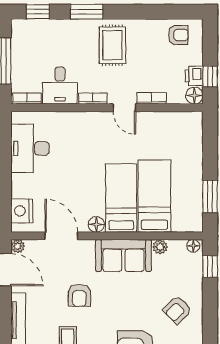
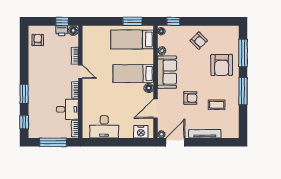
rug: (112, 45) -> (44, 79), removed
door: (124, 108) -> (80, 72), hinge flipped
bed: (154, 196) -> (132, 39), moved

